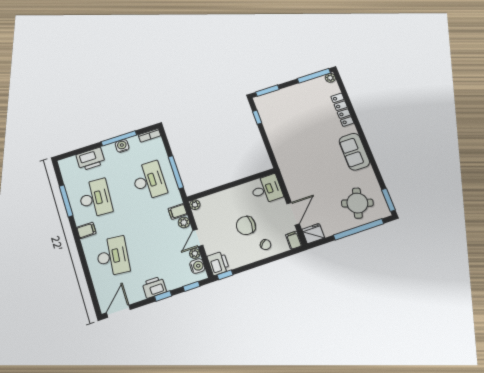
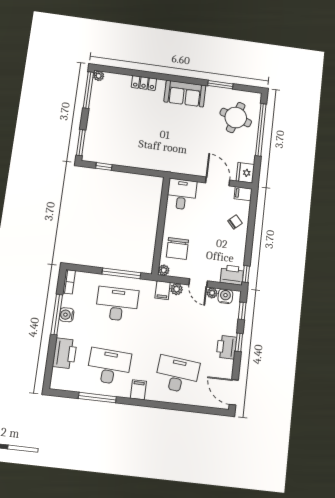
locker: (342, 110) -> (144, 83), width x0.66
window: (388, 200) -> (220, 85), moved
chair: (246, 226) -> (177, 248), moved

